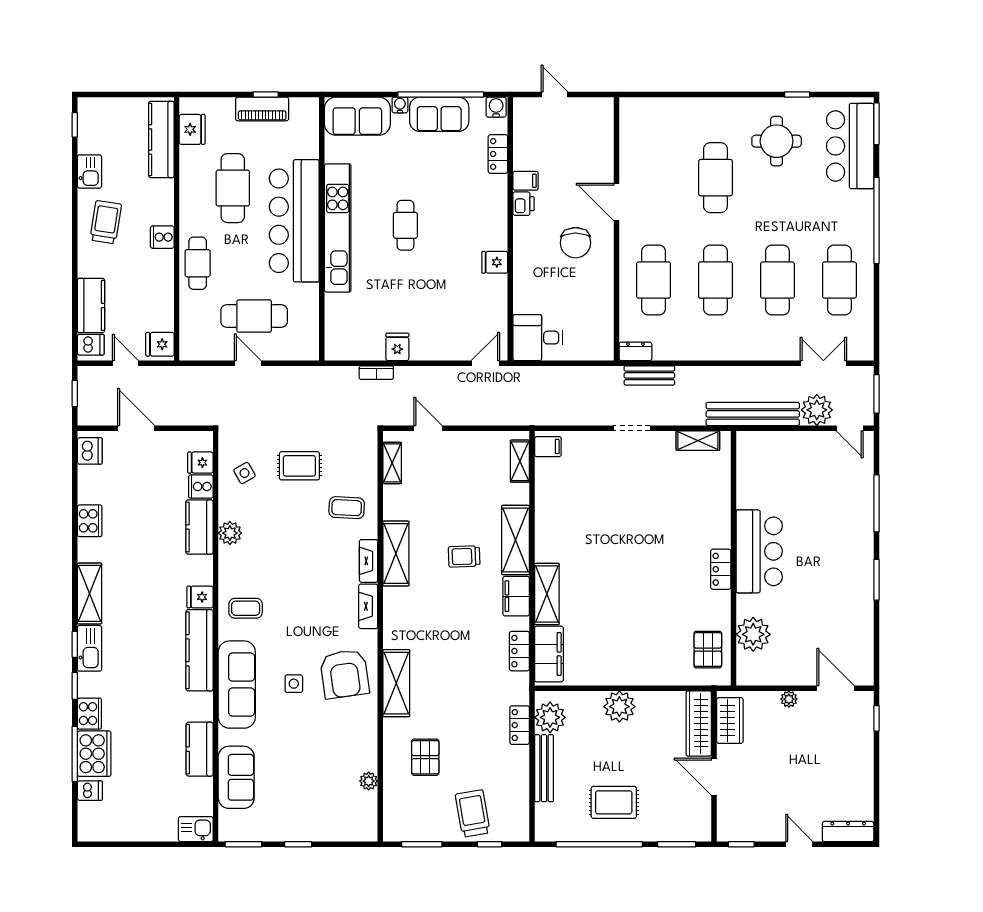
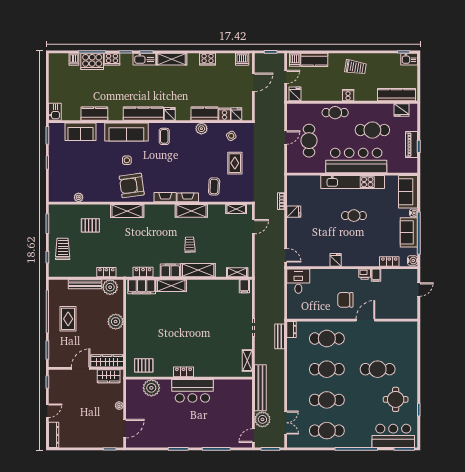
kitchen sink: (89, 171) -> (409, 59), moved
trolley: (473, 813) -> (63, 249), turned -80

